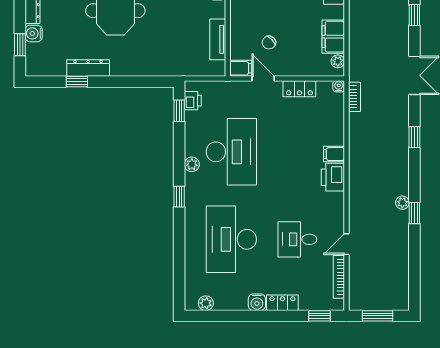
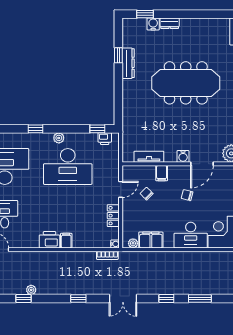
filing cabinet: (241, 68) -> (162, 173), moved

